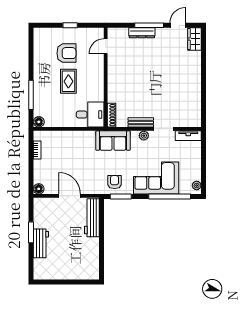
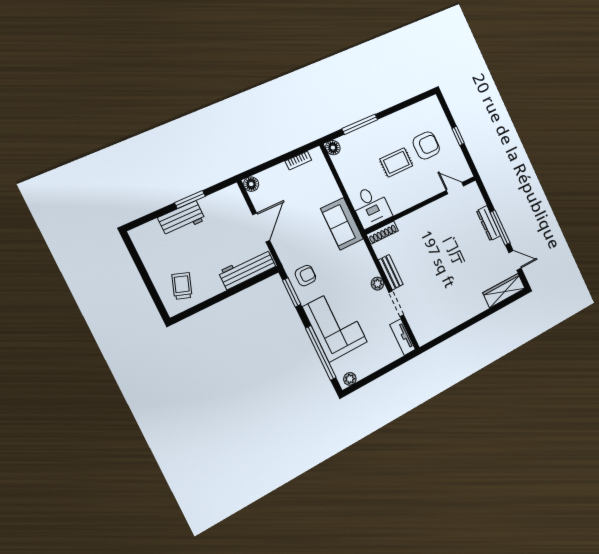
wardrobe: (195, 39) -> (504, 291), width x1.50
armchair: (66, 53) -> (426, 145), turned -90
sofa: (113, 141) -> (342, 224), moved
trolley: (83, 263) -> (182, 286), added

